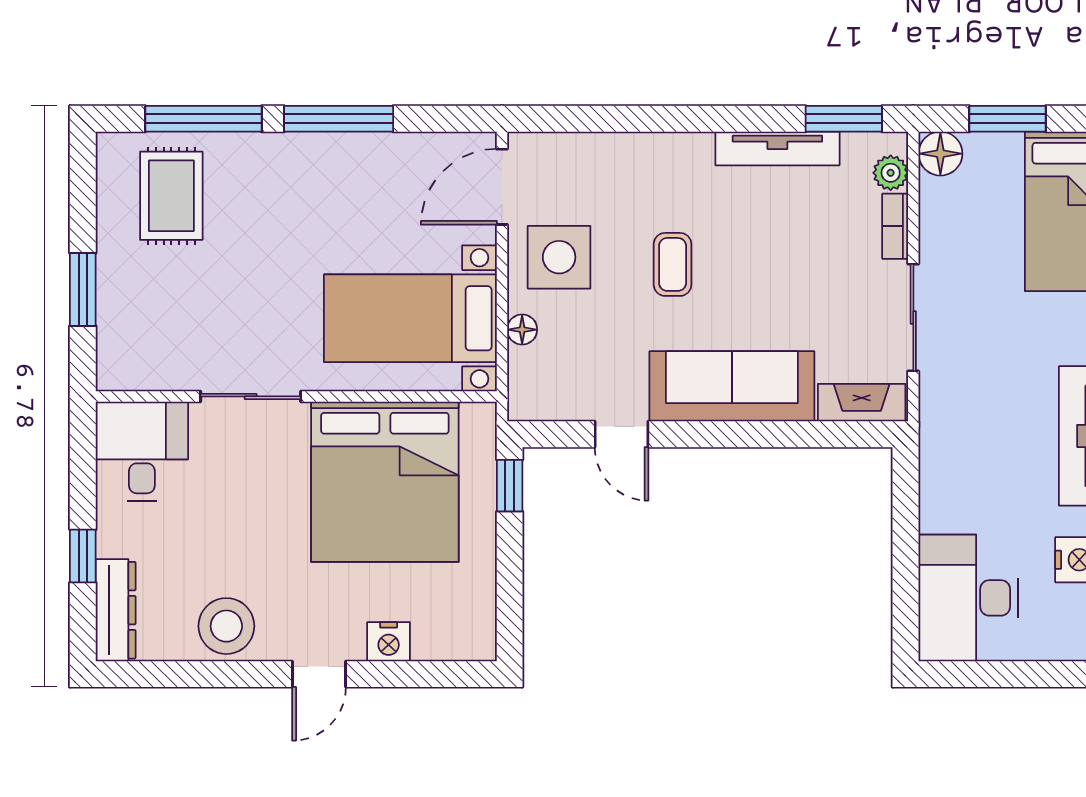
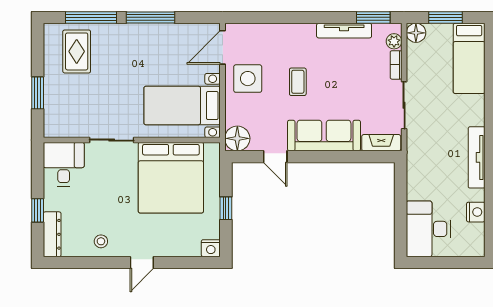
floor lamp: (522, 330) -> (237, 138), moved, width x1.89, depth x1.89
window: (510, 486) -> (226, 208), moved
stool: (226, 626) -> (101, 241), width x0.53, depth x0.53
nightstand: (389, 642) -> (211, 248), moved

